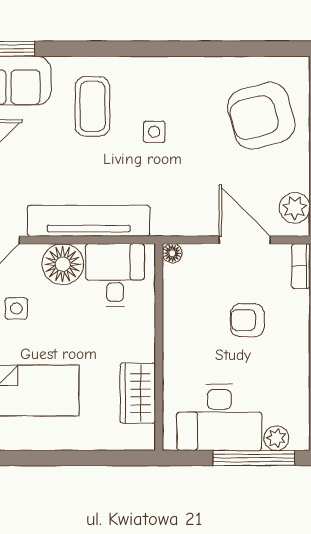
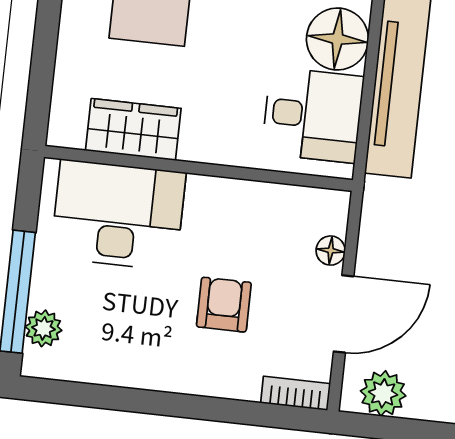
floor lamp: (172, 253) -> (331, 251), moved
desk: (219, 417) -> (118, 215), moved, turned 90

